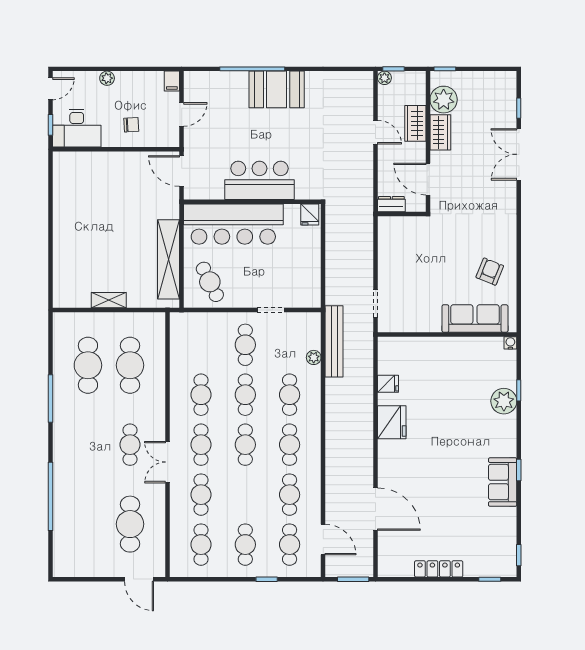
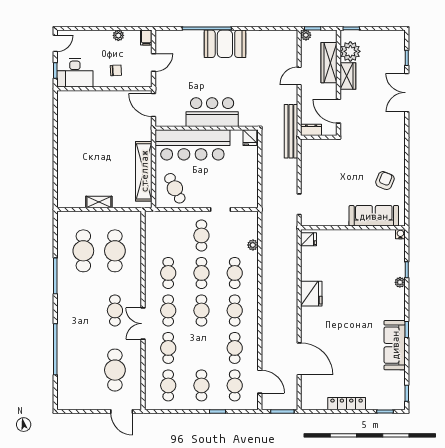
plant: (107, 78) -> (118, 35), moved
wardrobe: (415, 123) -> (329, 63), width x1.50
door: (375, 132) -> (299, 76), swing flipped
bench: (334, 341) -> (291, 131), moved
fridge: (388, 384) -> (309, 239), moved
plant: (504, 401) -> (400, 282), width x0.53, depth x0.53
sofa: (503, 482) -> (395, 345), width x1.36

